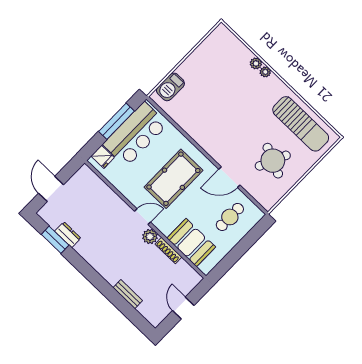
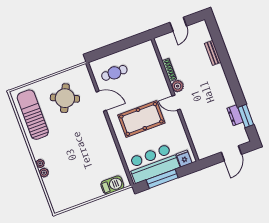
booth: (191, 243) -> (150, 68), removed

